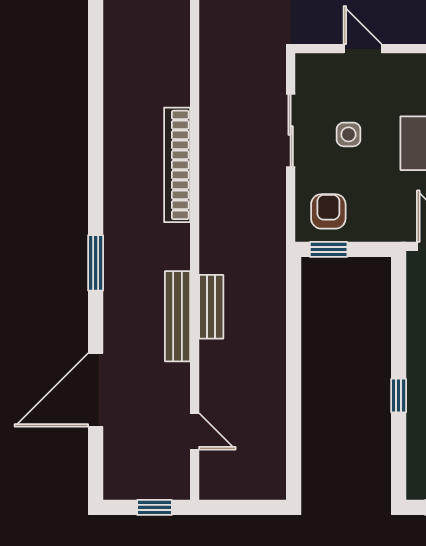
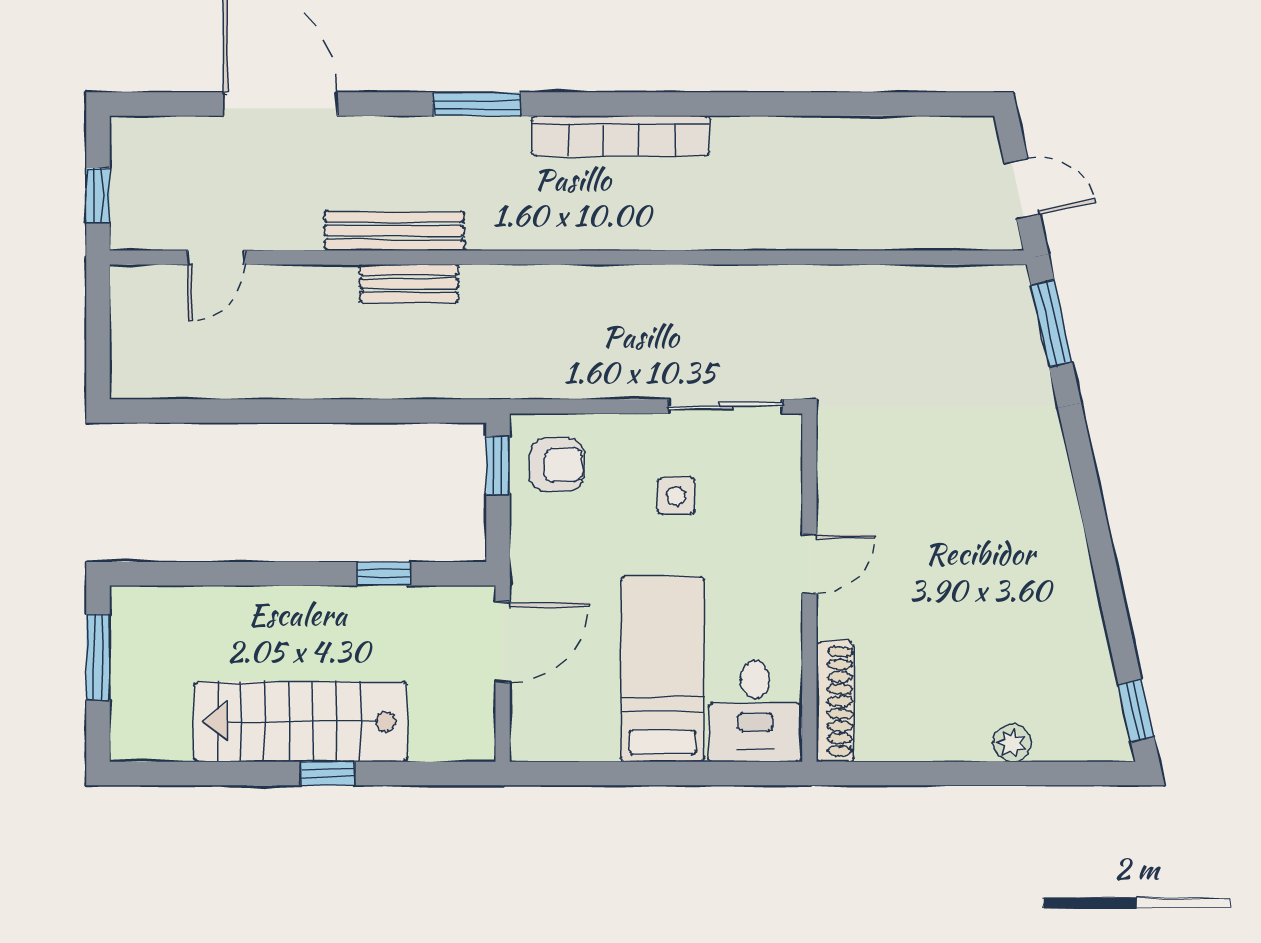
door: (363, 49) -> (809, 564), moved
sliding door: (291, 130) -> (726, 406), moved
bookcase: (177, 165) -> (621, 136), moved, turned 180
window: (399, 396) -> (384, 574), moved

